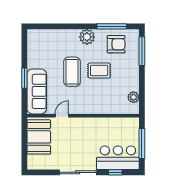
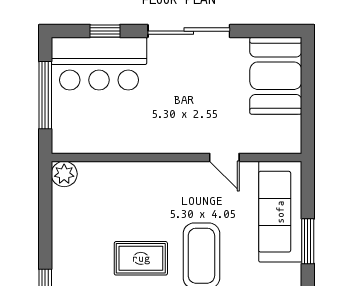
plant: (133, 97) -> (64, 174), moved
door: (62, 116) -> (224, 157), hinge flipped
booth: (39, 137) -> (276, 76), moved

